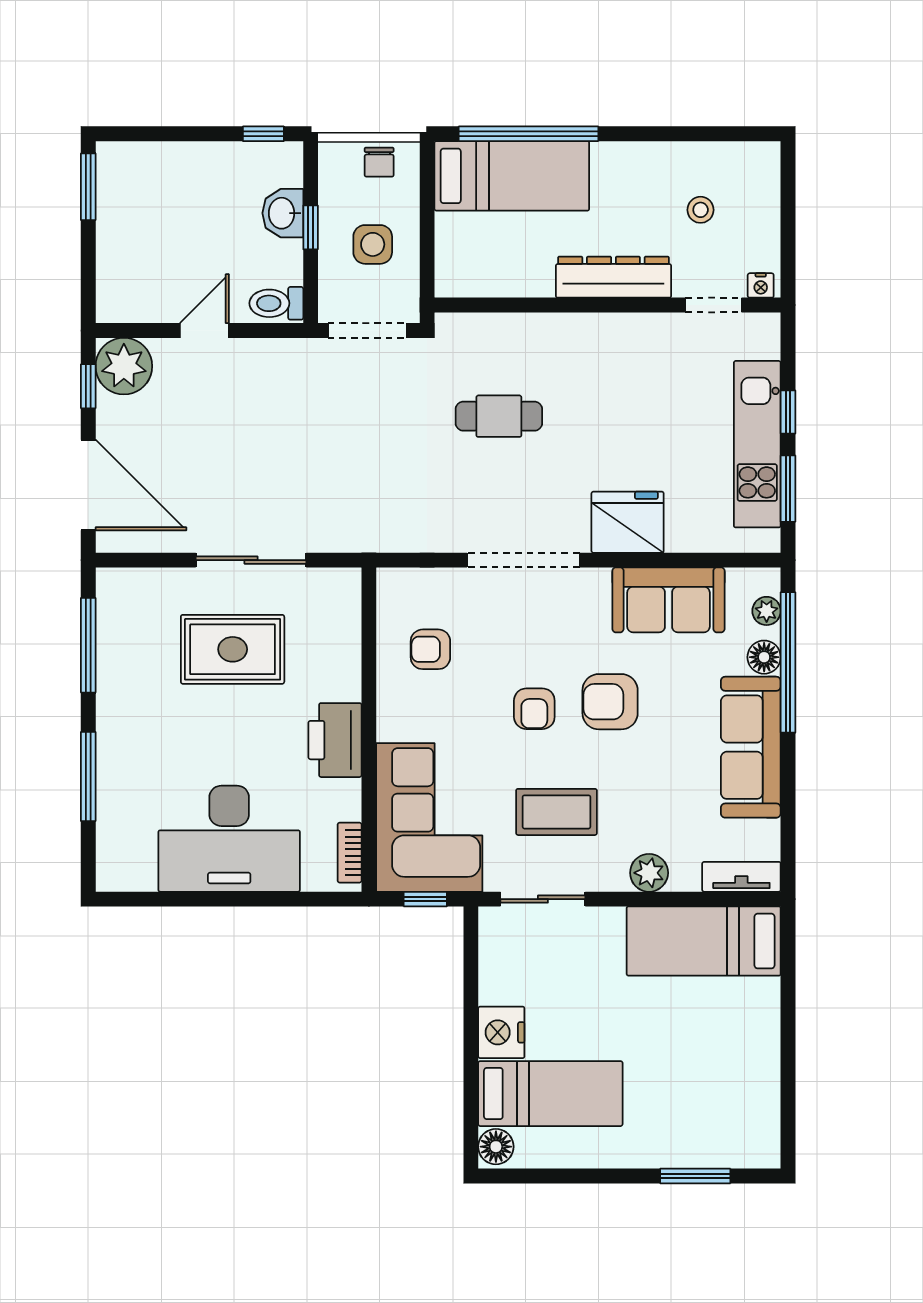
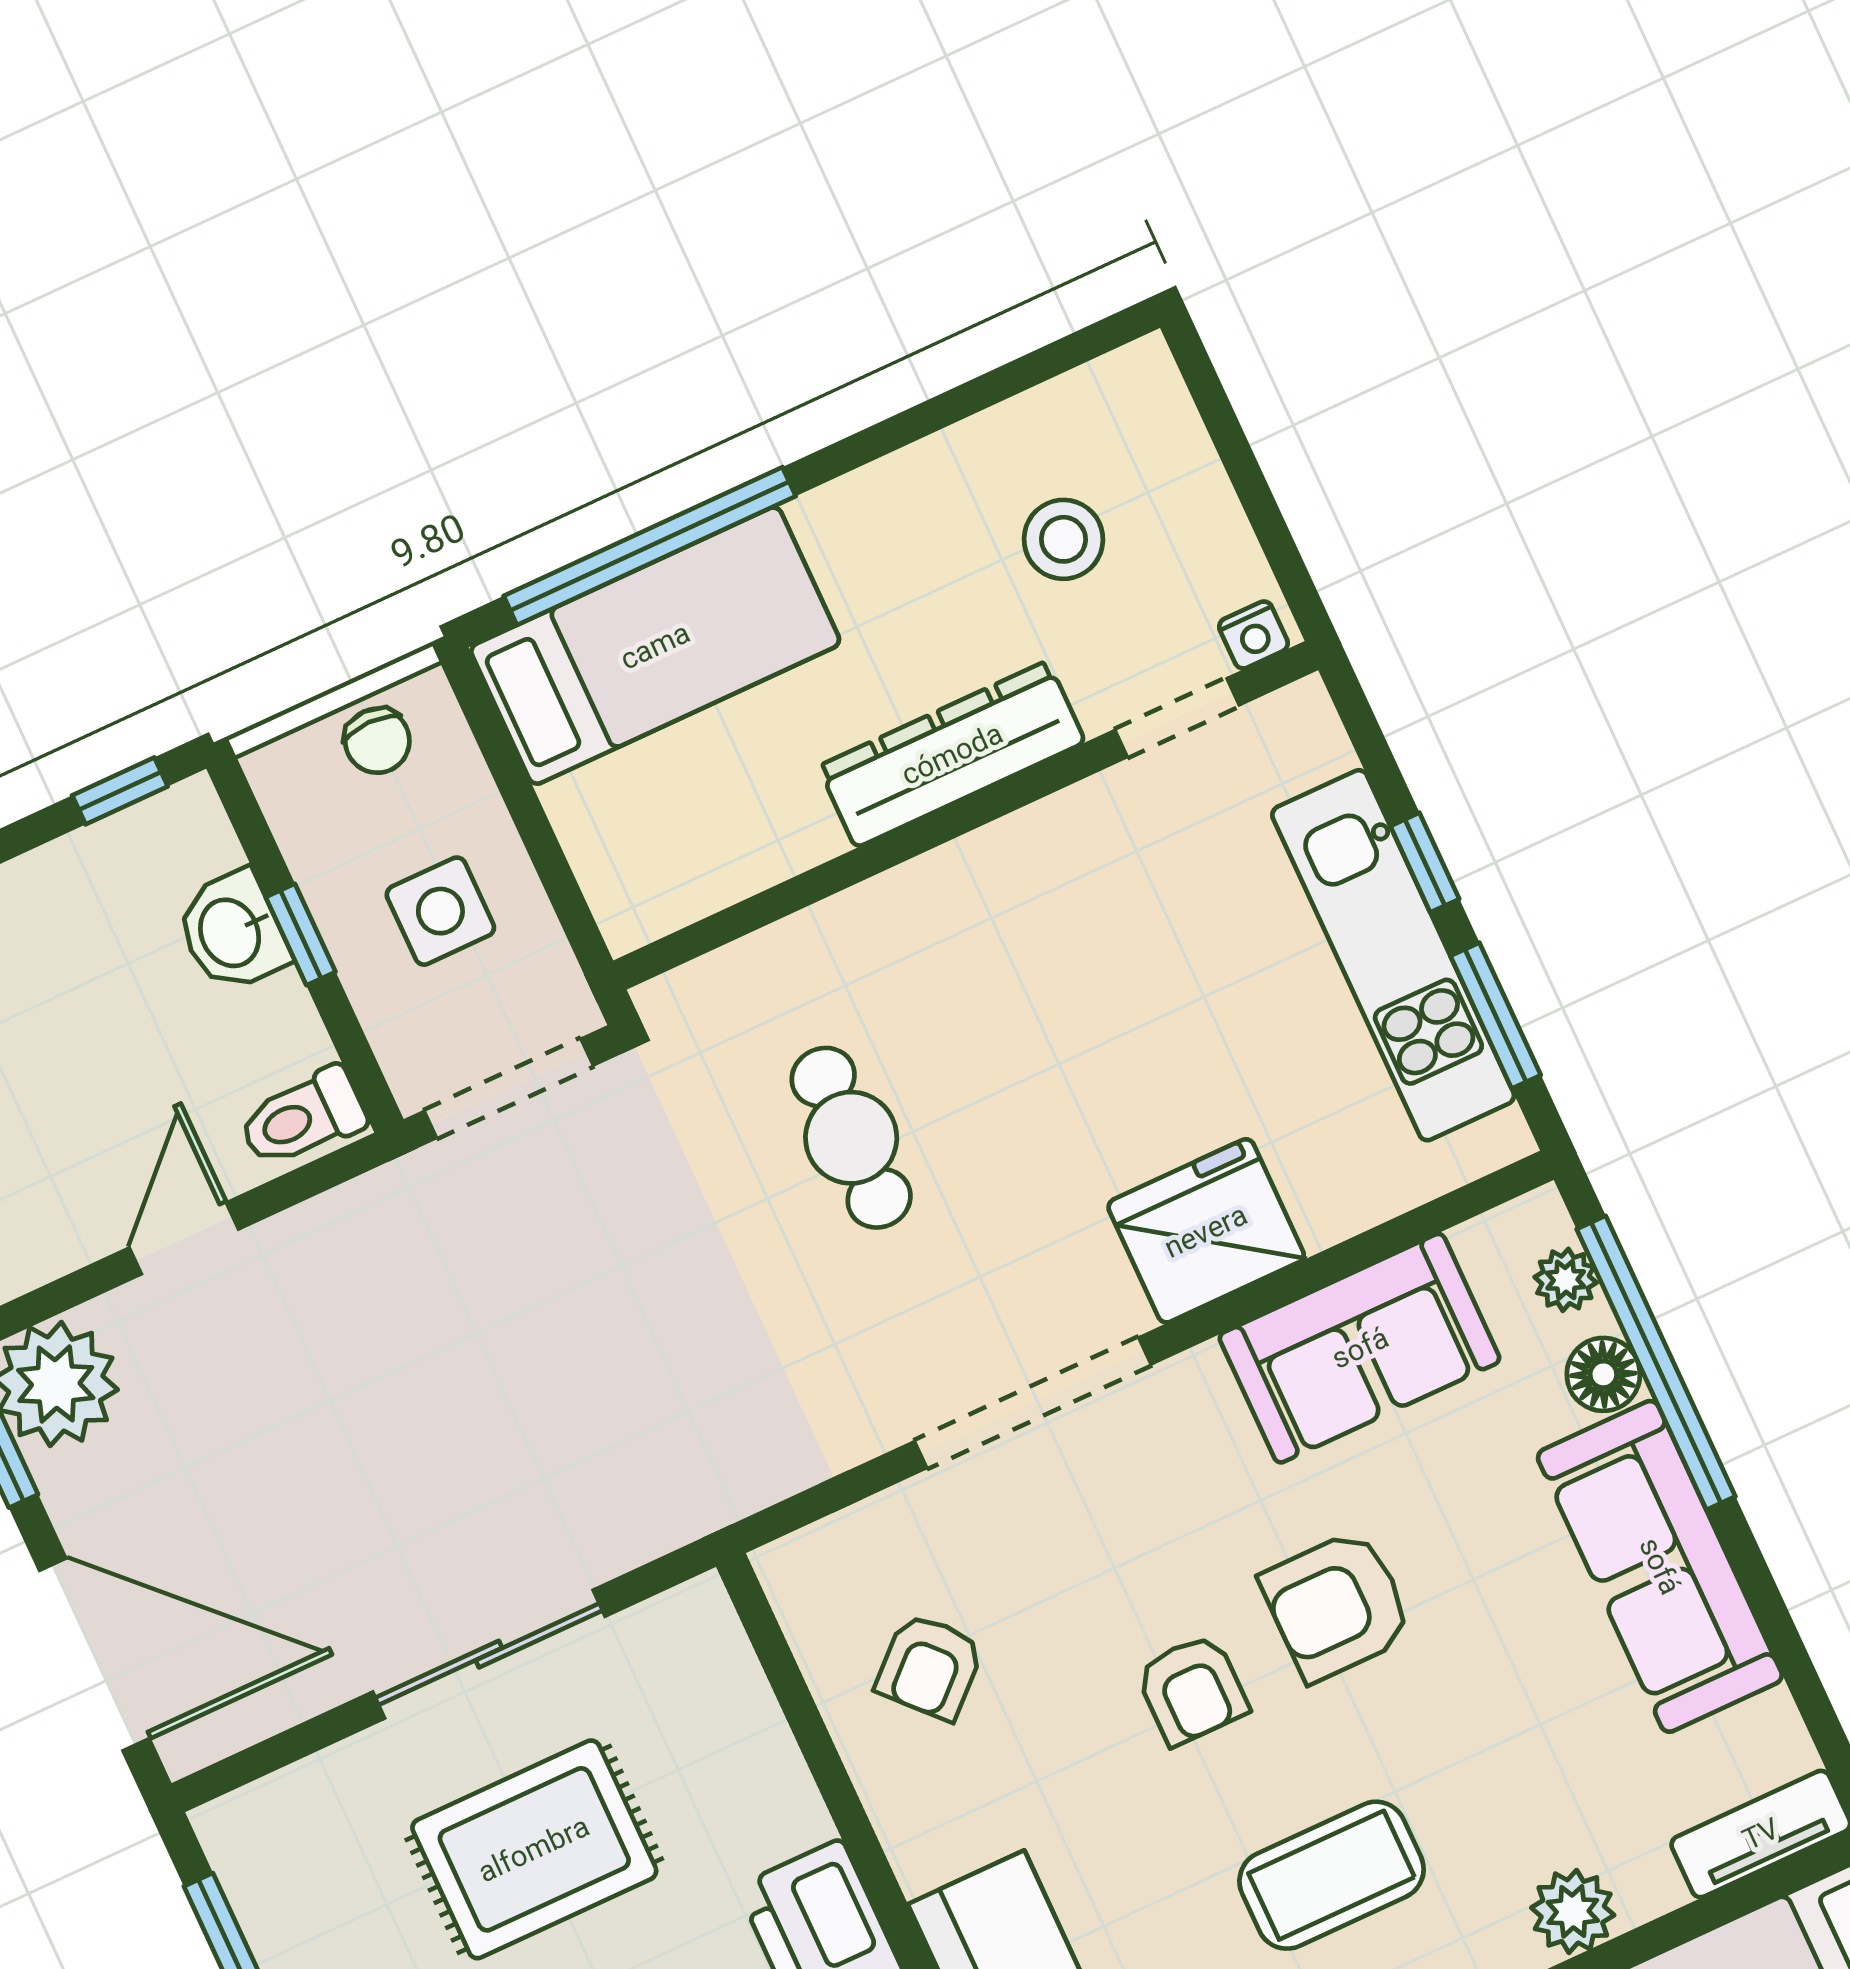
stool: (701, 210) -> (1063, 539), width x1.37, depth x1.37
cafe table: (499, 416) -> (851, 1138), turned 90
armchair: (430, 649) -> (930, 1667), turned -43

